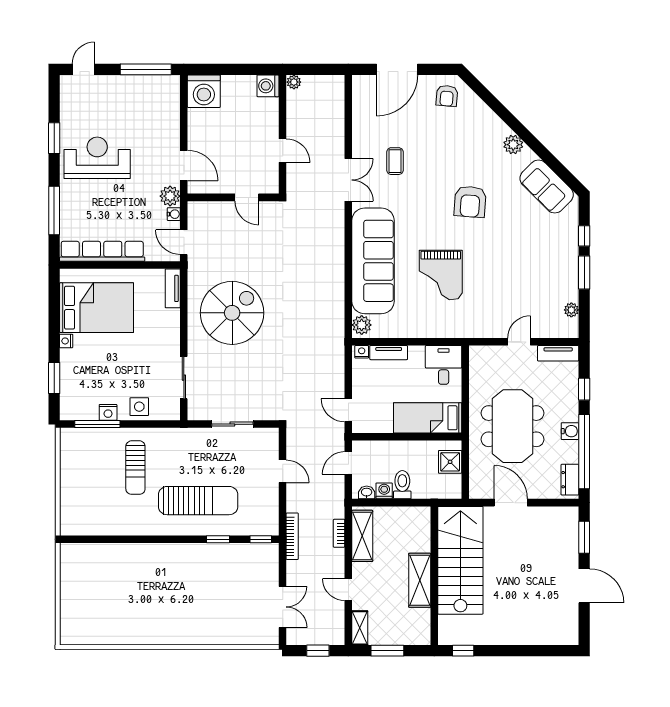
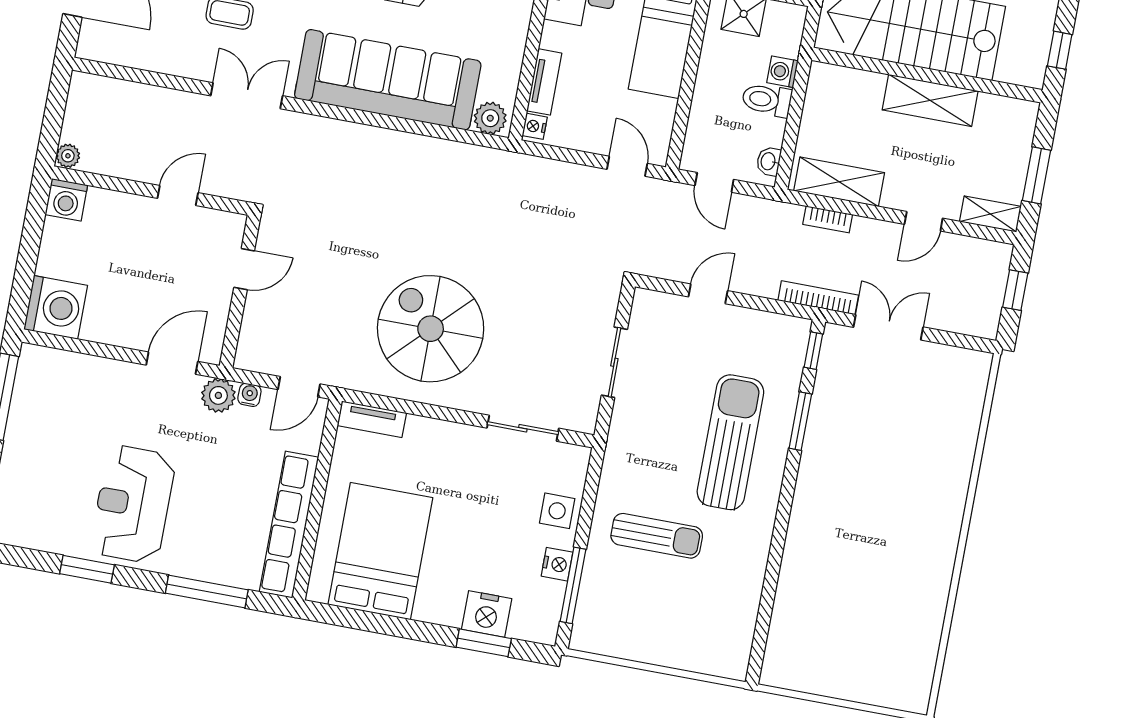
nightstand: (66, 341) -> (487, 614), moved, width x1.89, depth x1.79
door: (348, 410) -> (627, 166), swing flipped
washing machine: (384, 491) -> (783, 72), moved
window: (218, 539) -> (800, 421), width x1.50
double door: (283, 607) -> (888, 327), moved

